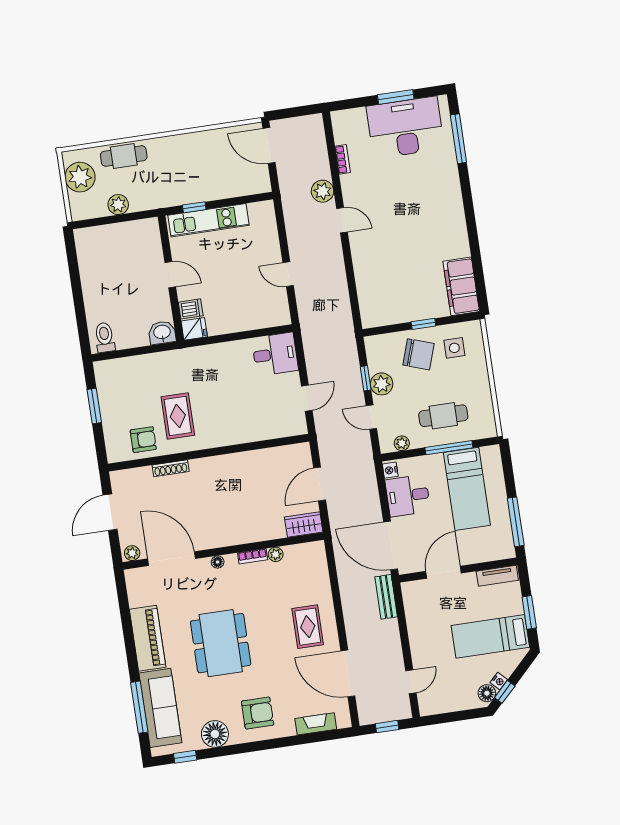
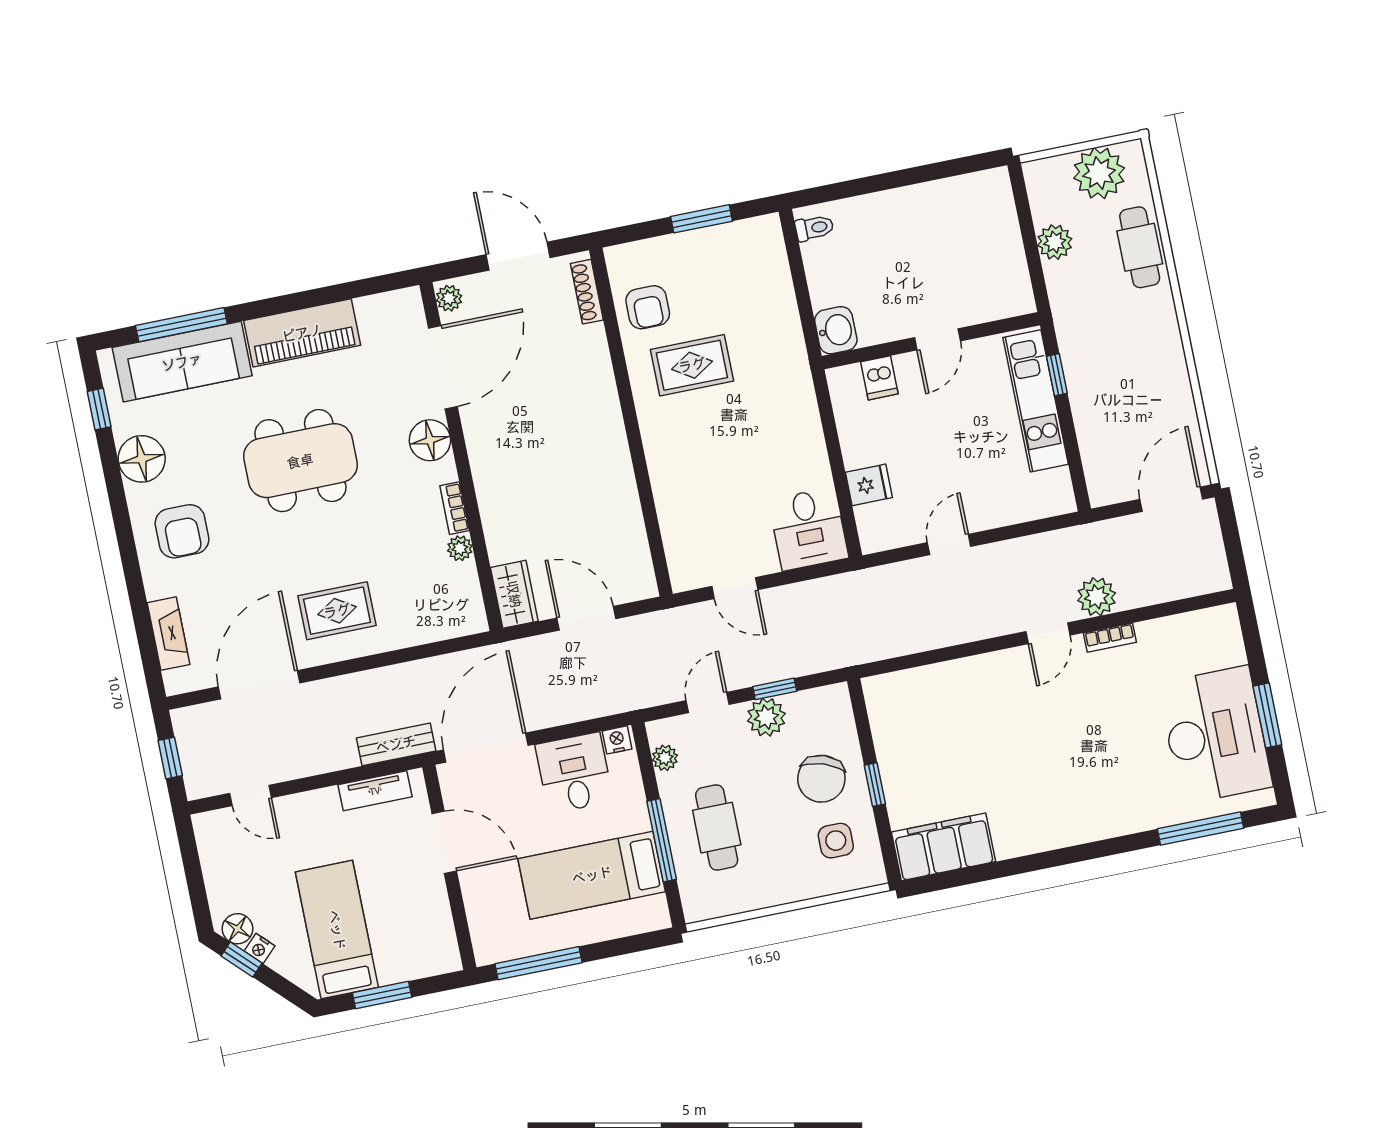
bookcase: (343, 159) -> (1110, 638), moved
fridge: (194, 329) -> (869, 485), moved, turned -90
toilet: (105, 337) -> (814, 228), width x0.73, depth x0.72
shoe rack: (171, 468) -> (587, 292), moved
floor lamp: (218, 562) -> (430, 440), width x1.89, depth x1.89
tv unit: (497, 576) -> (375, 791), moved, turned -90

